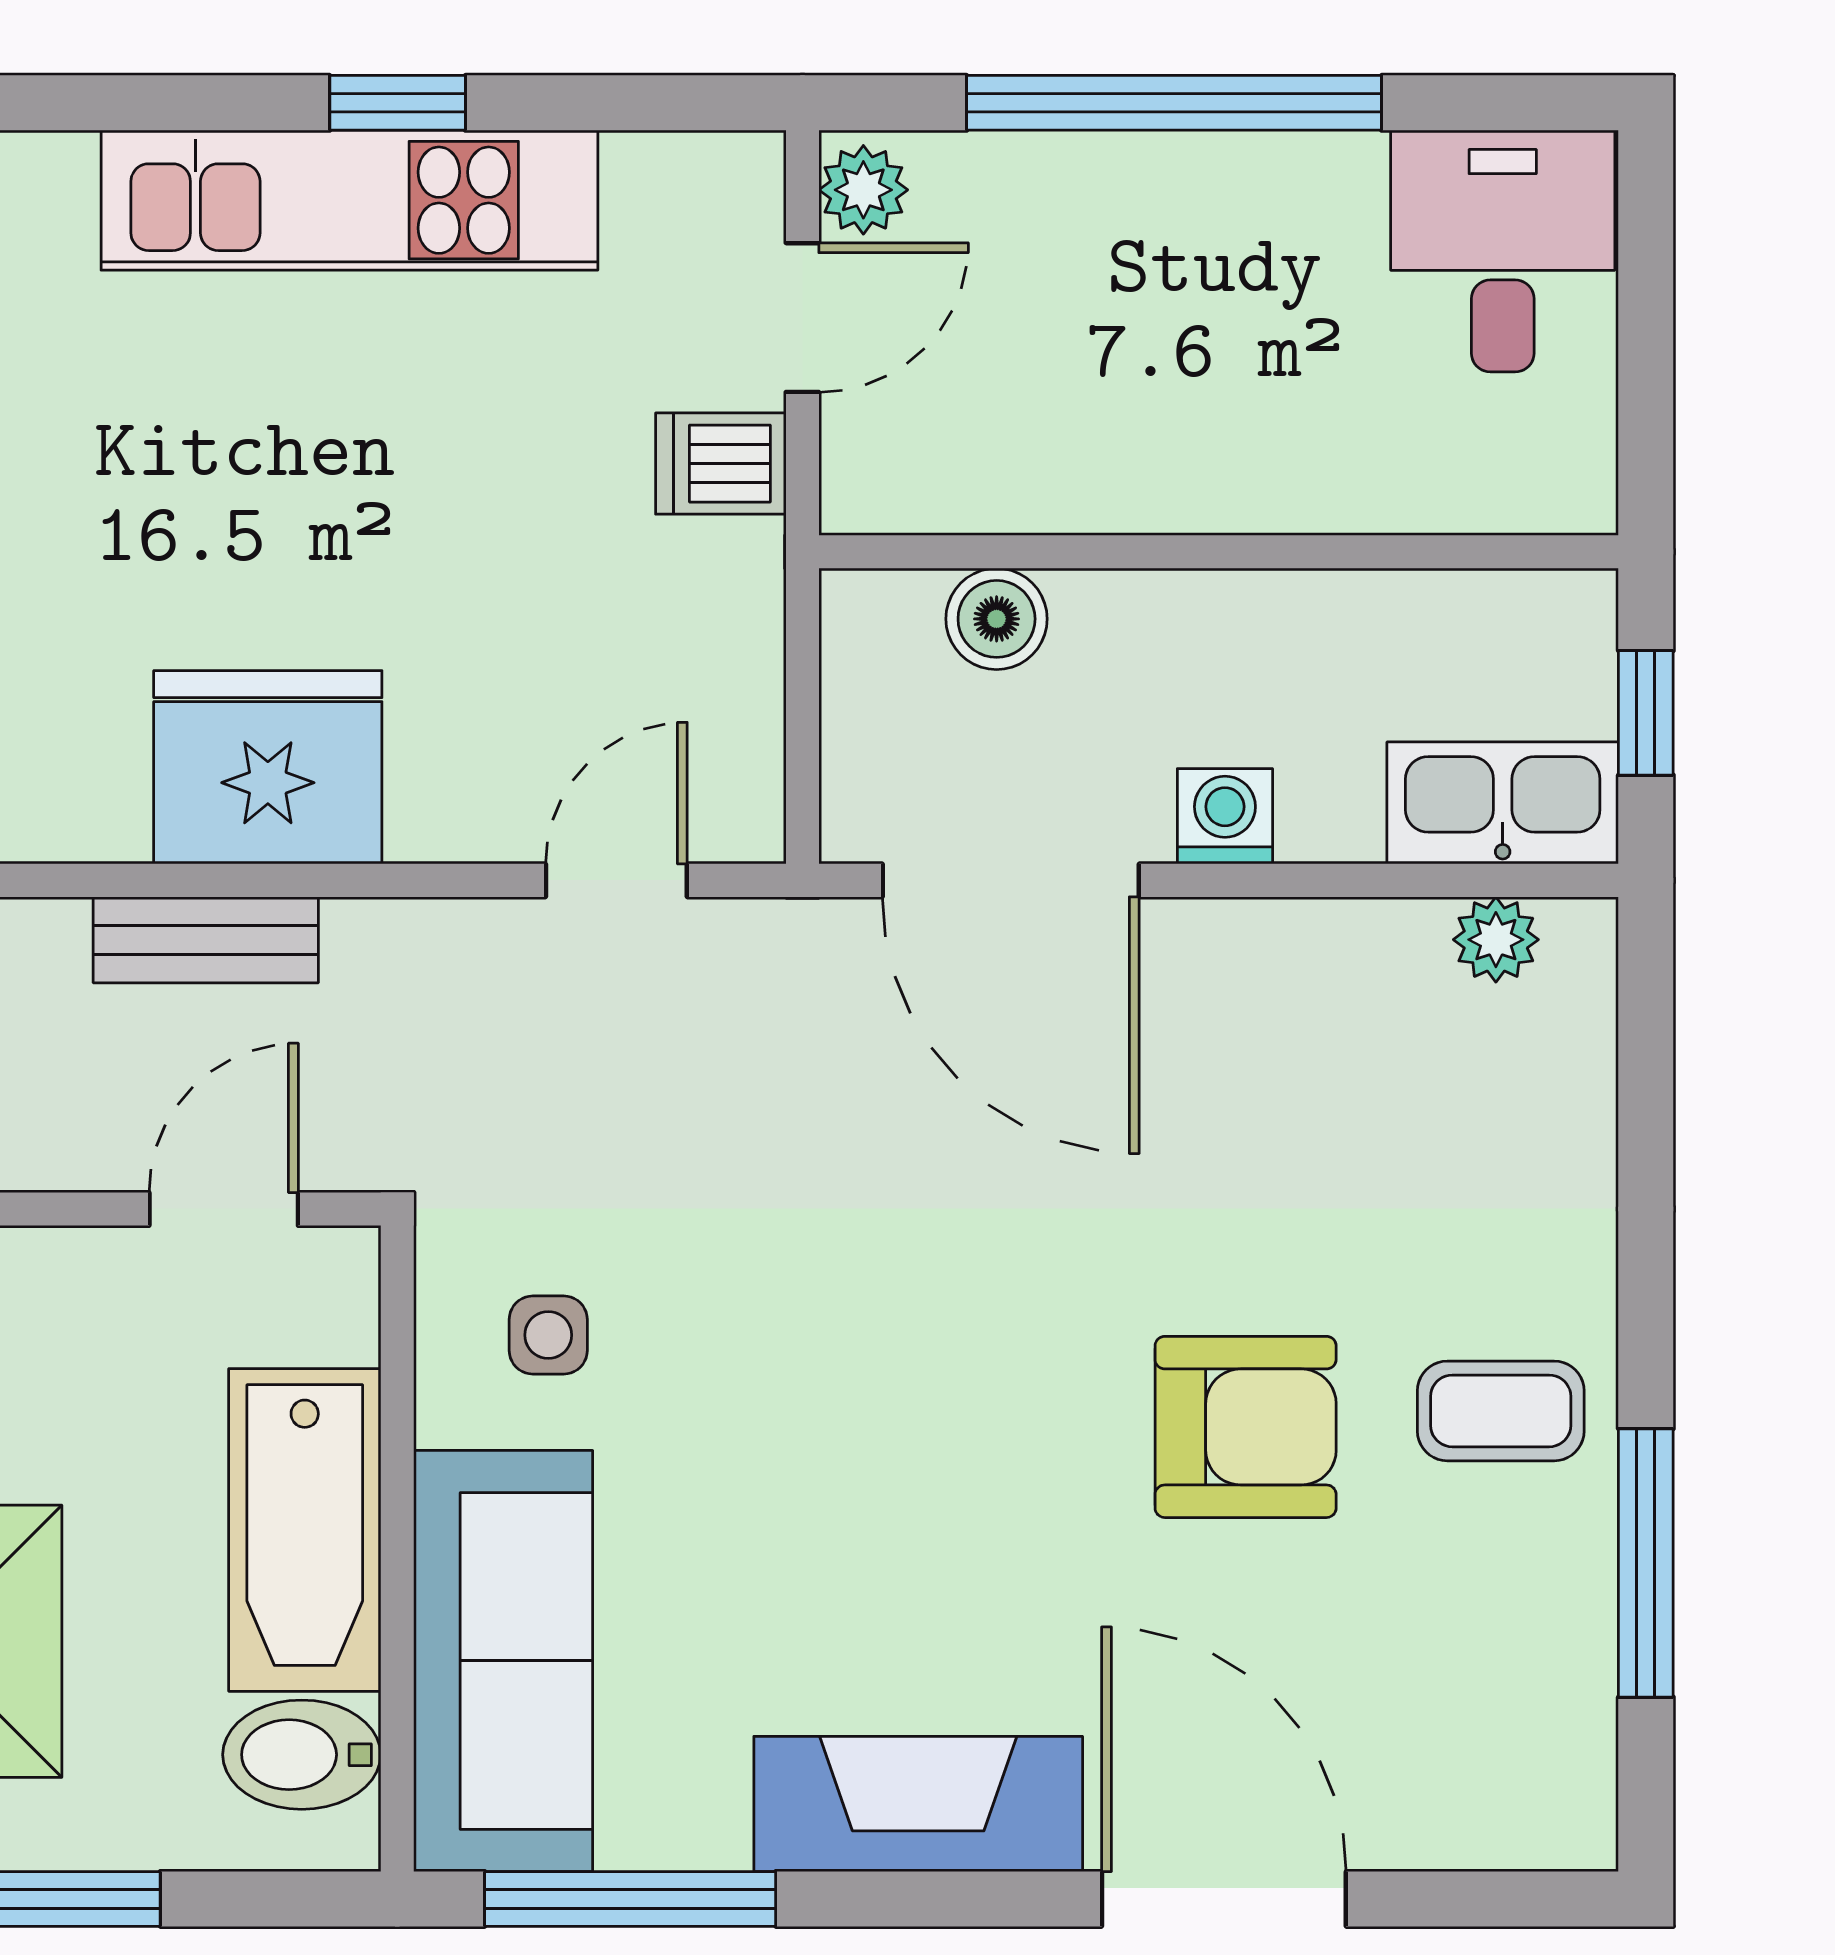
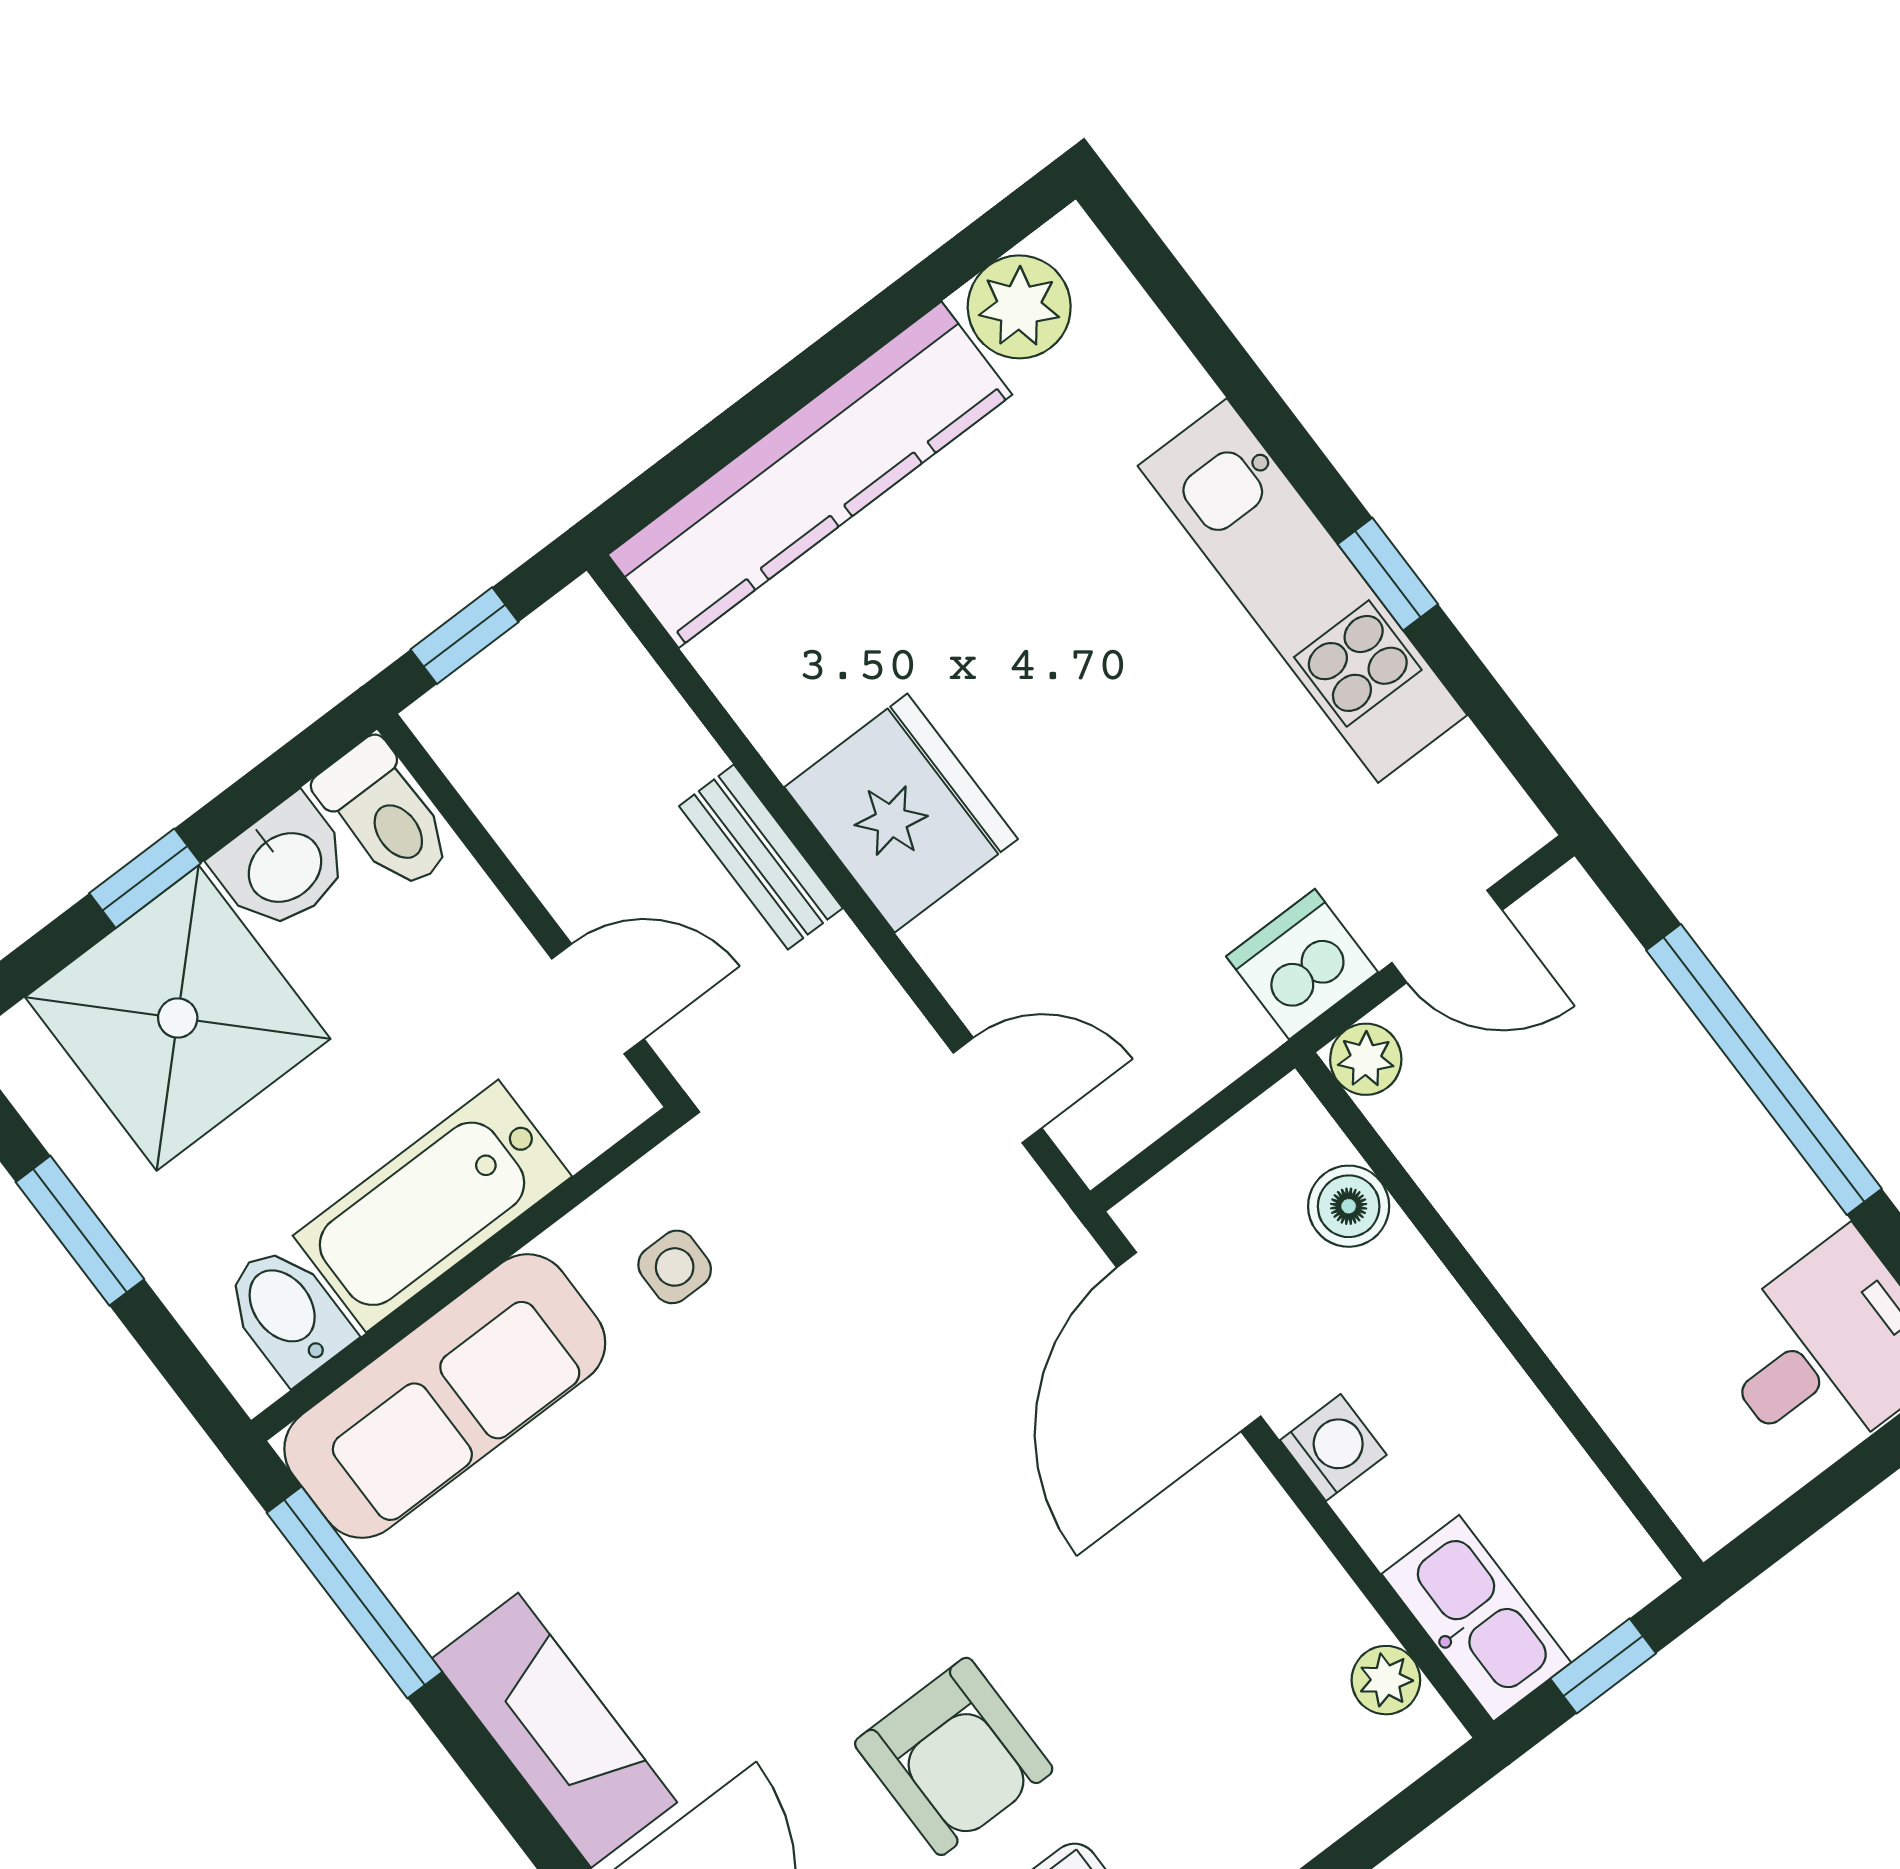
plant: (863, 190) -> (1366, 1059), moved
dishwasher: (721, 464) -> (1302, 964), width x1.38

